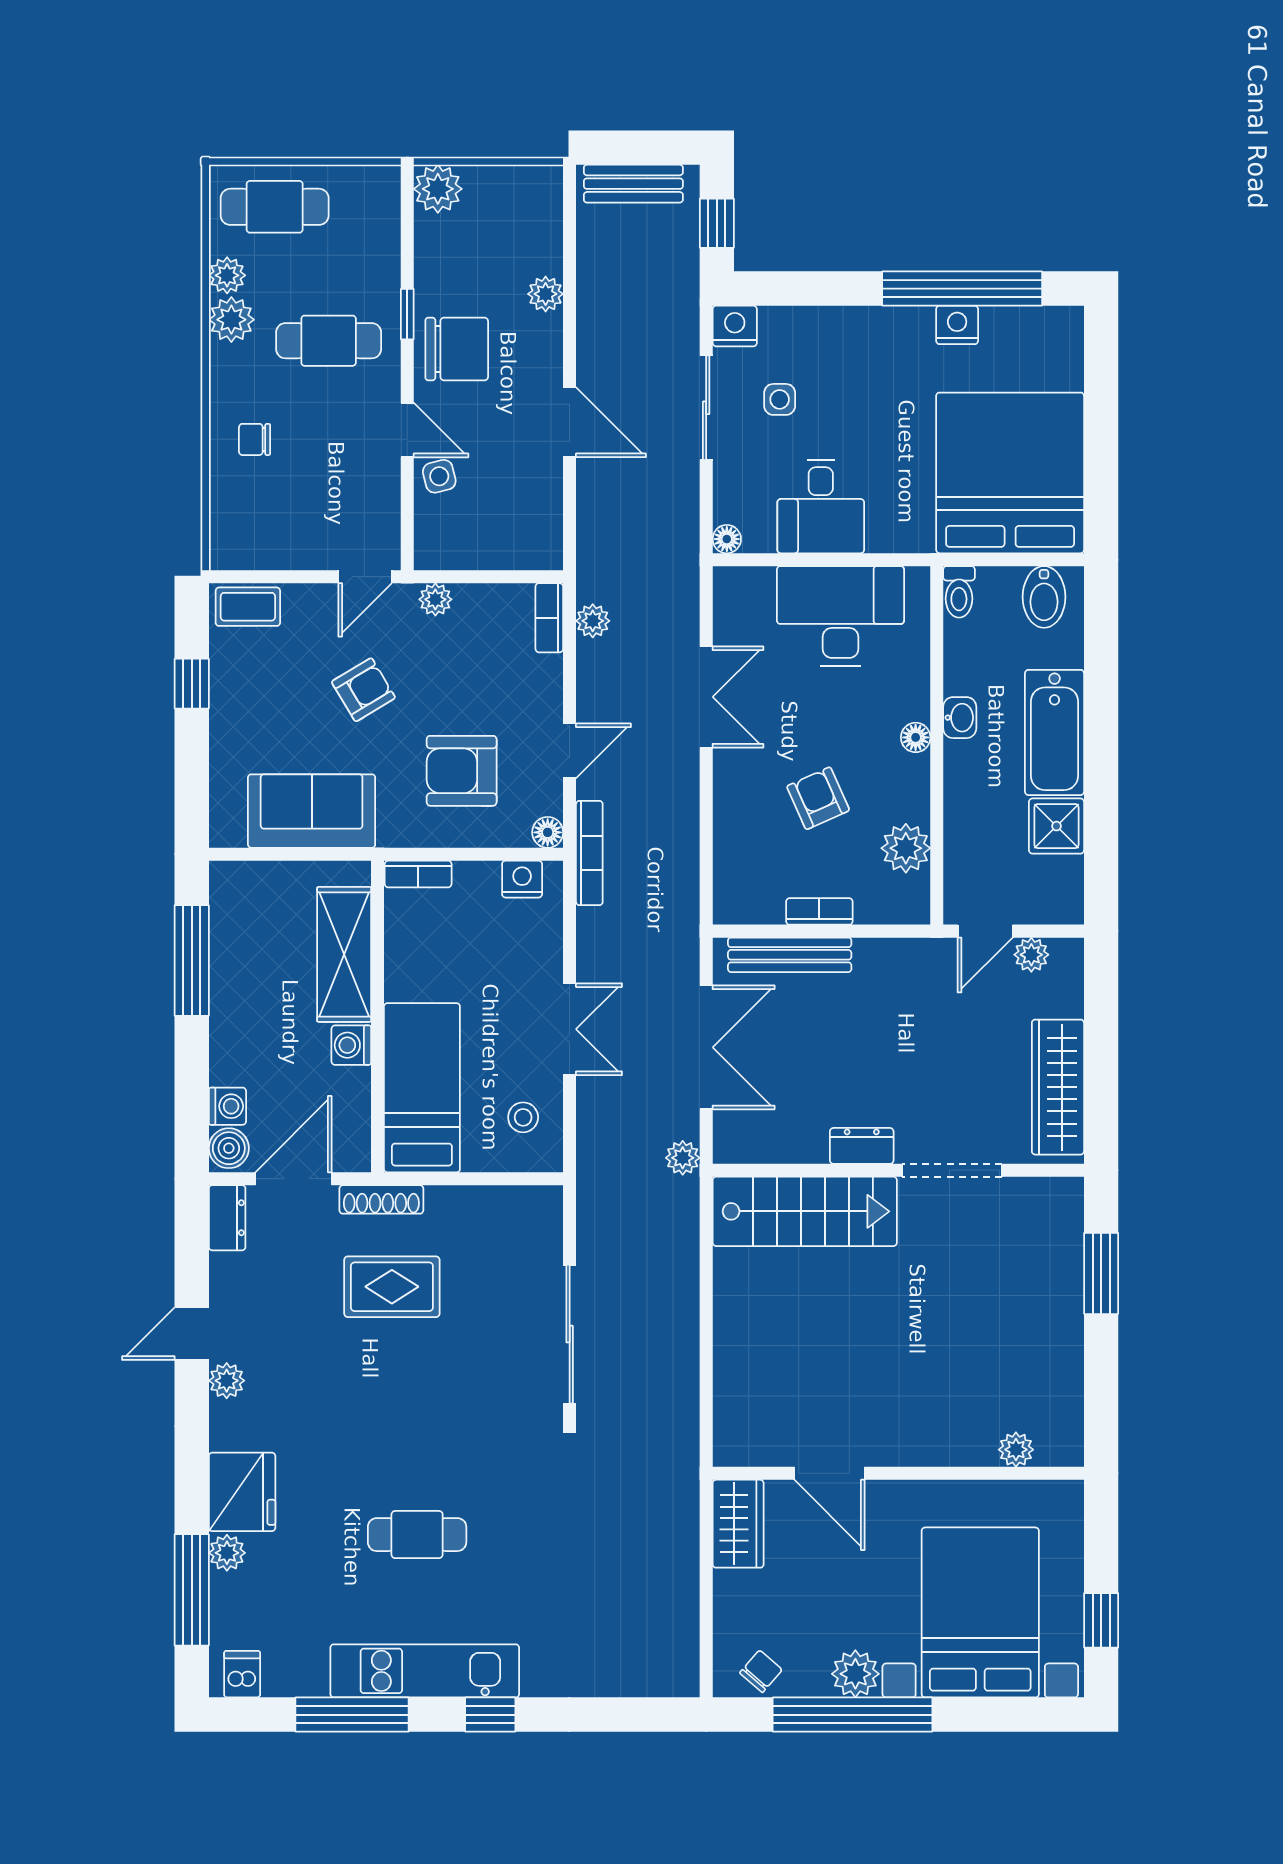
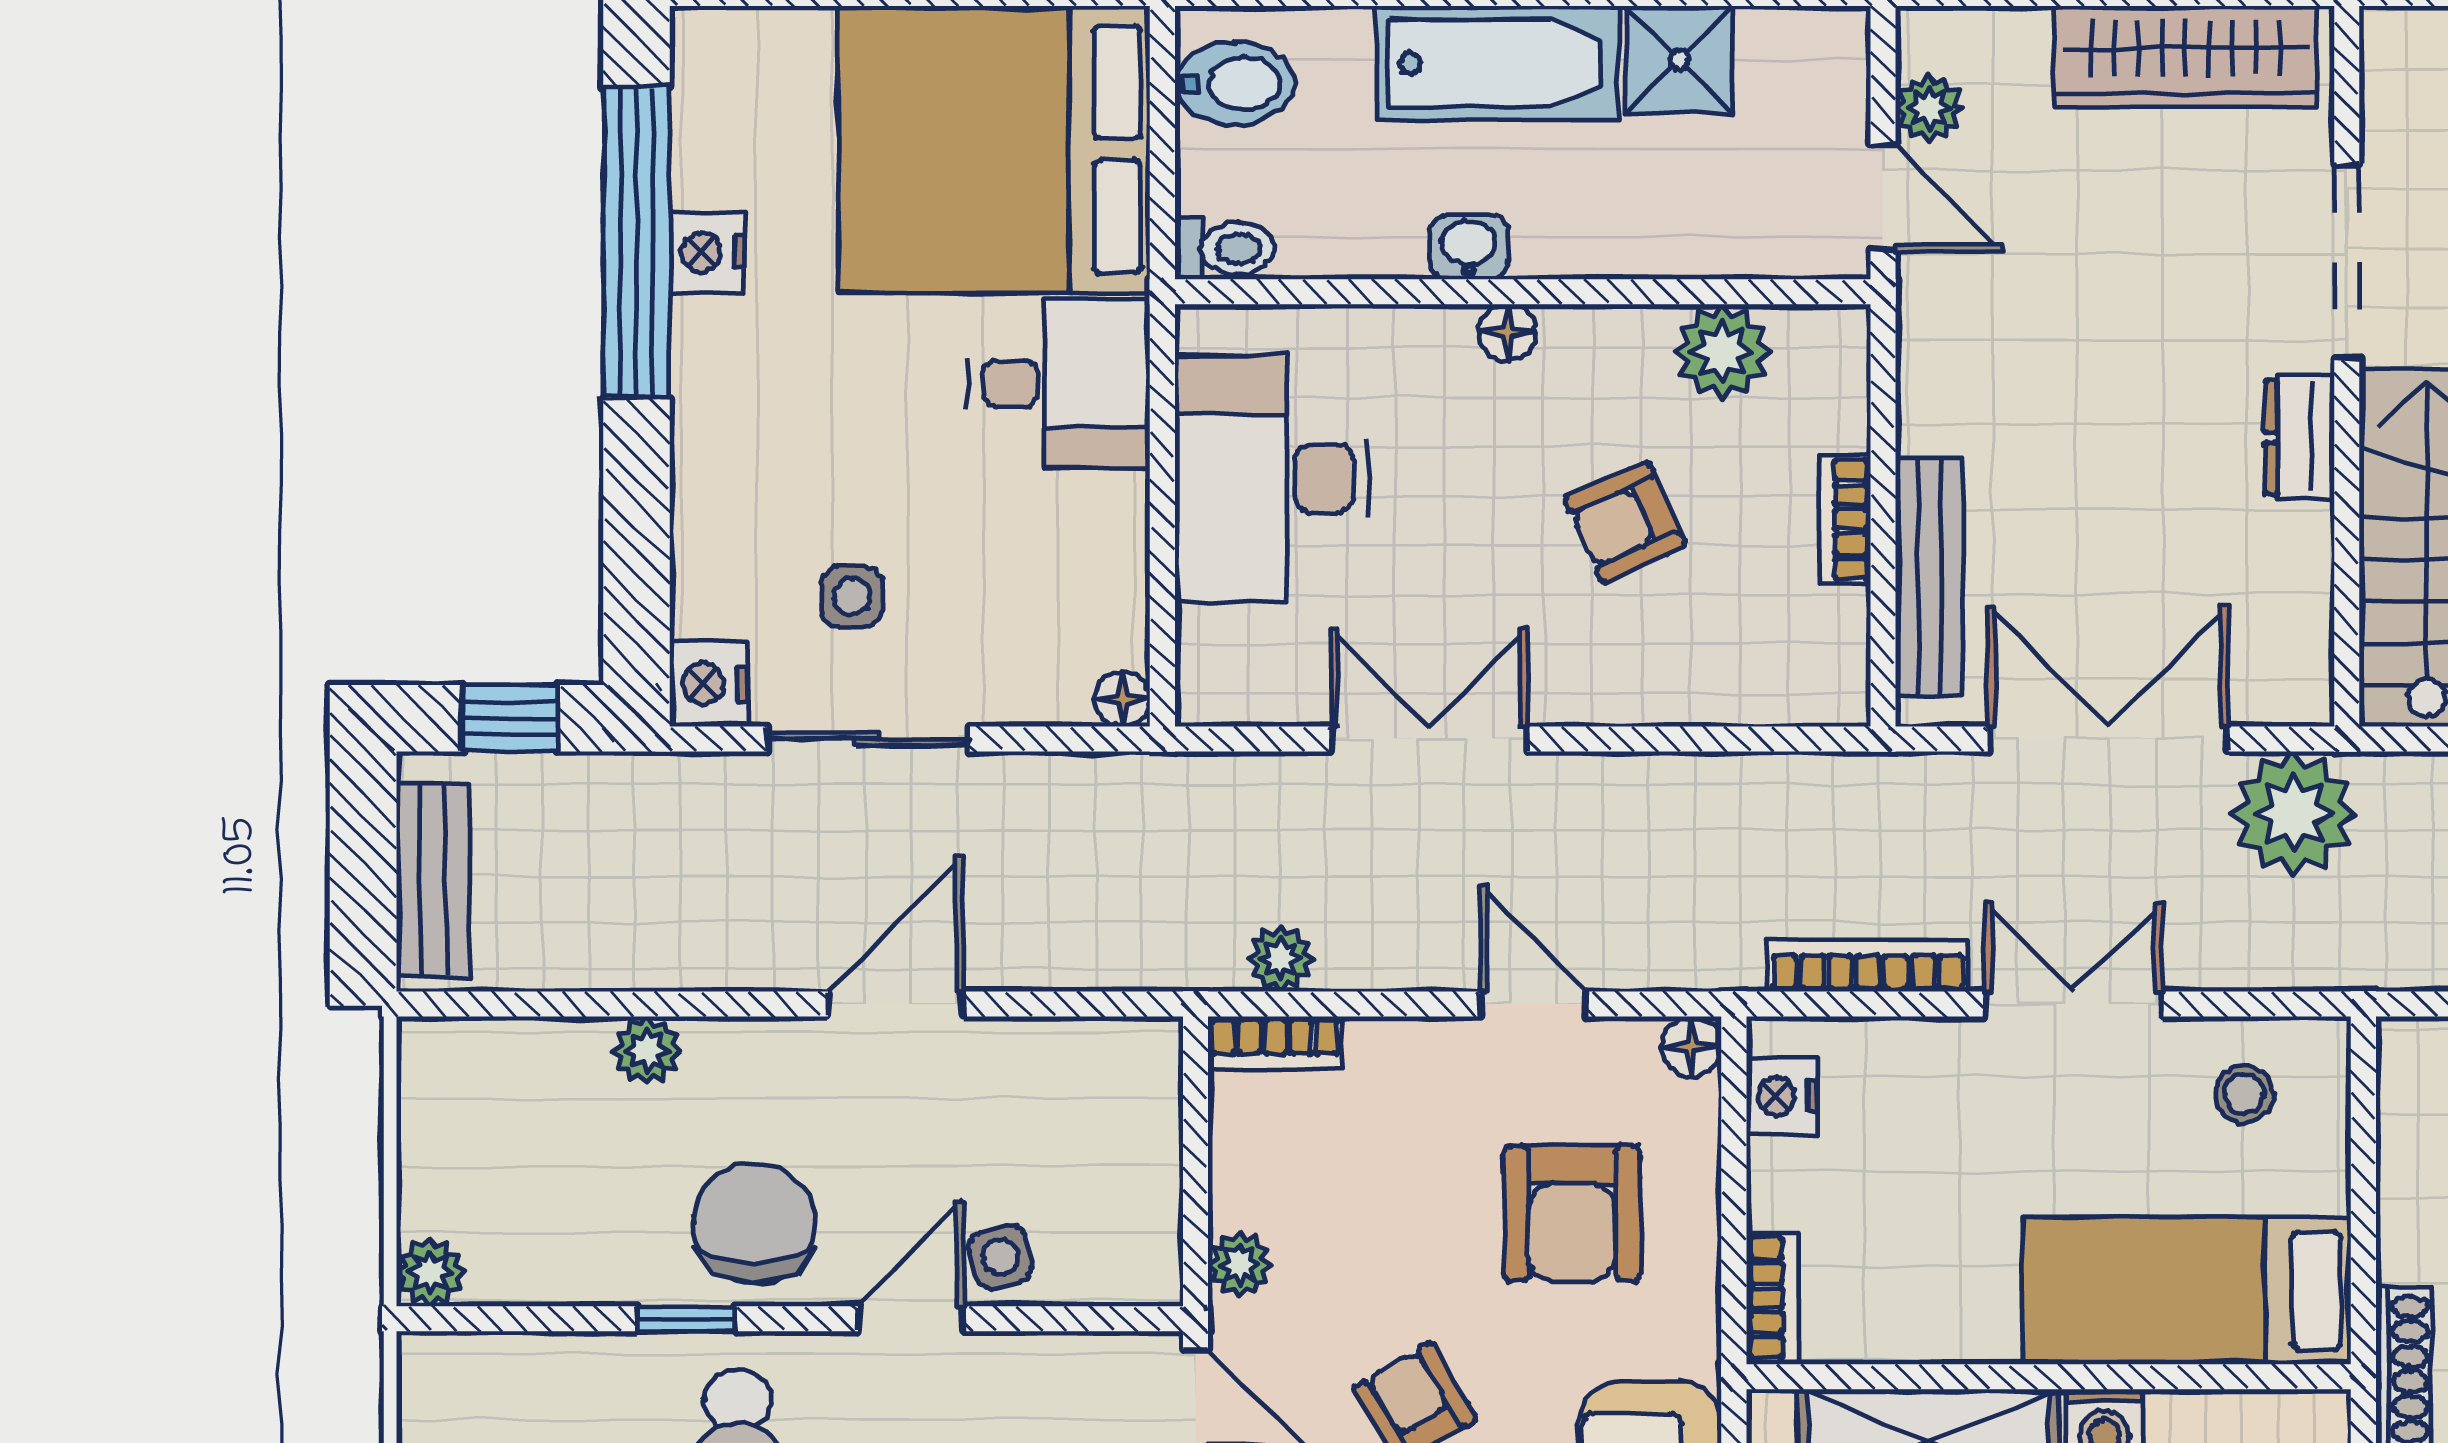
plant: (438, 189) -> (430, 1272), width x0.73, depth x0.73
desk: (821, 506) -> (1059, 384), moved
bookcase: (589, 853) -> (1868, 966), moved
plant: (683, 1158) -> (2294, 814), width x1.88, depth x1.88

